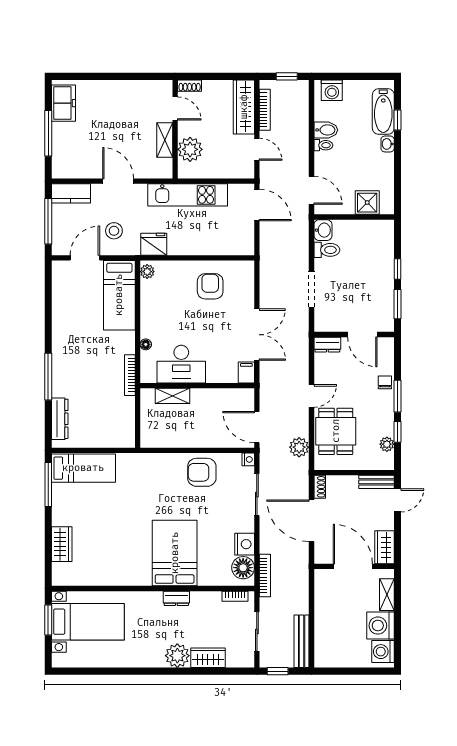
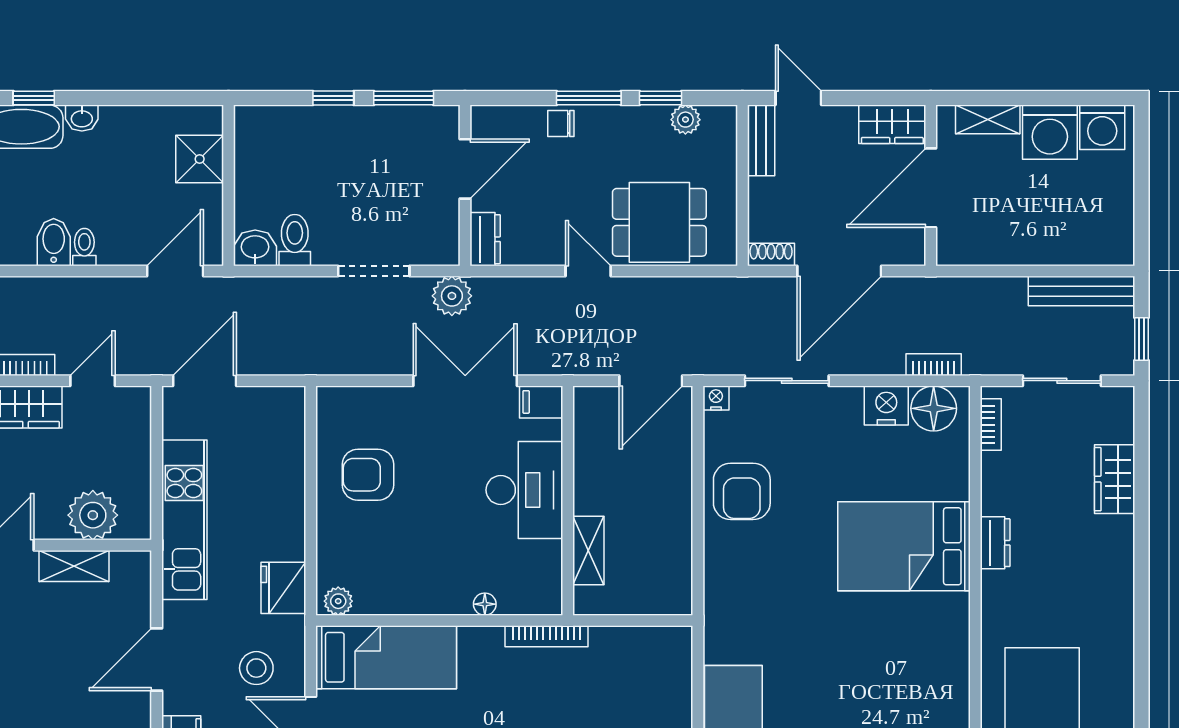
desk: (181, 364) -> (524, 490), moved
plant: (299, 447) -> (452, 296), moved
bookcase: (265, 575) -> (934, 365), width x0.64
plant: (177, 656) -> (1110, 541), removed

